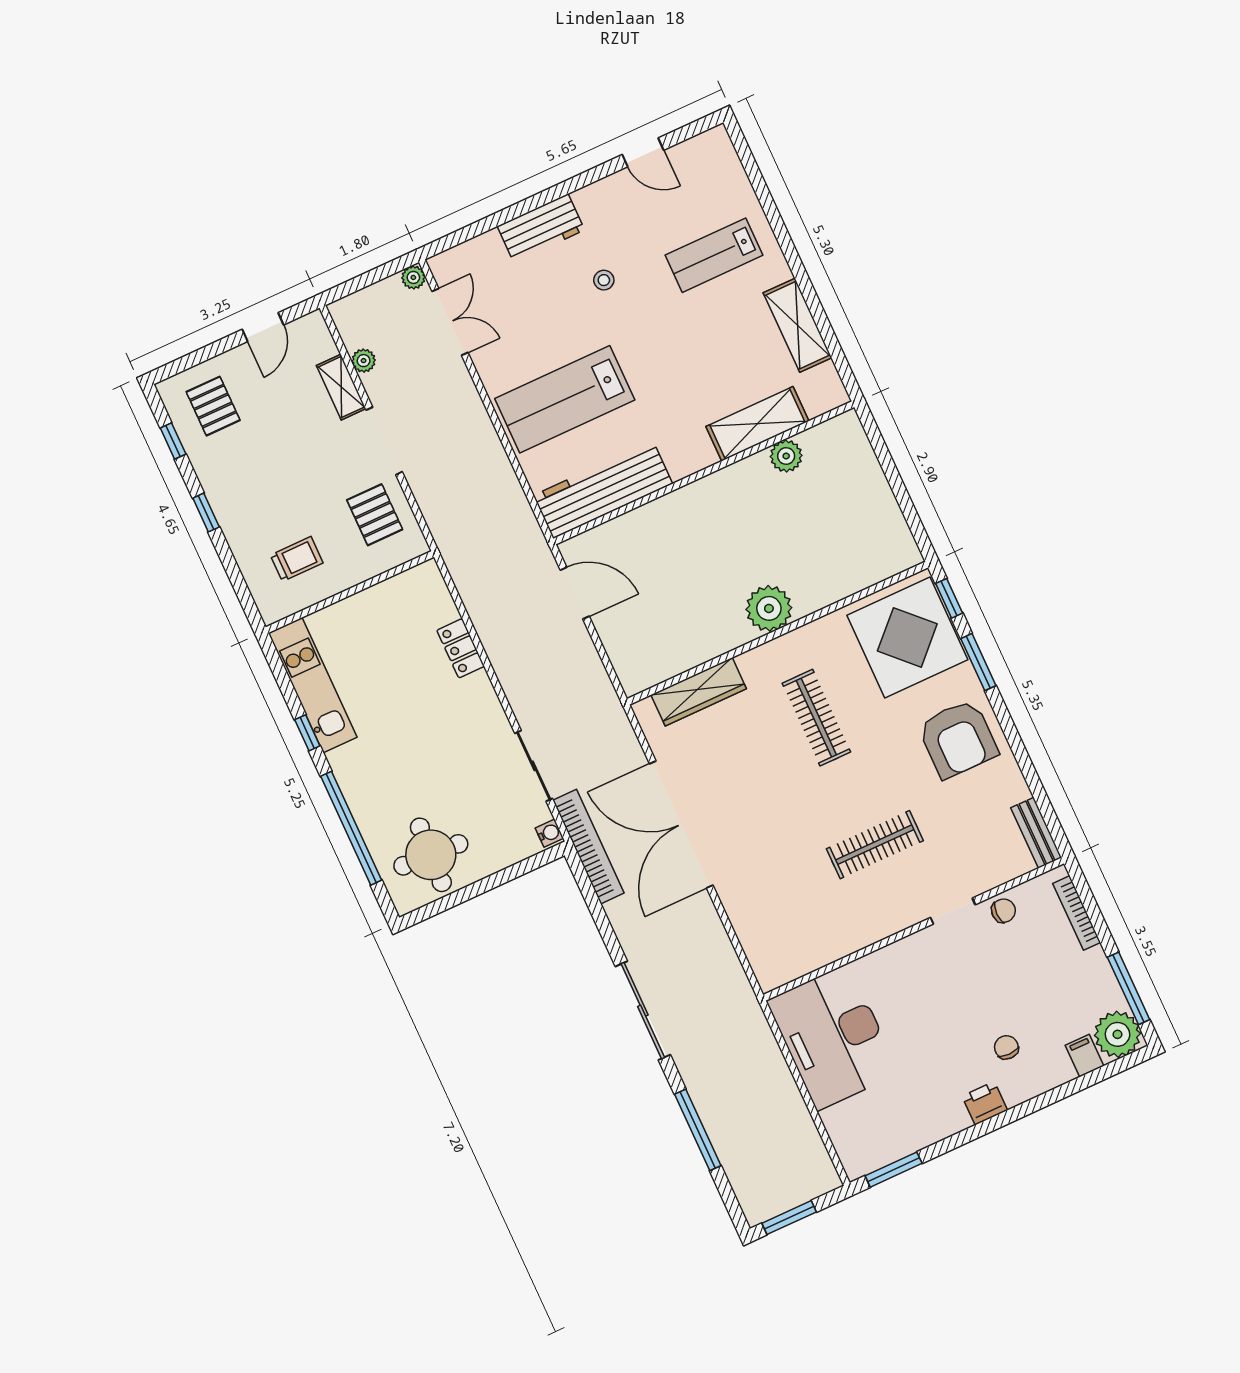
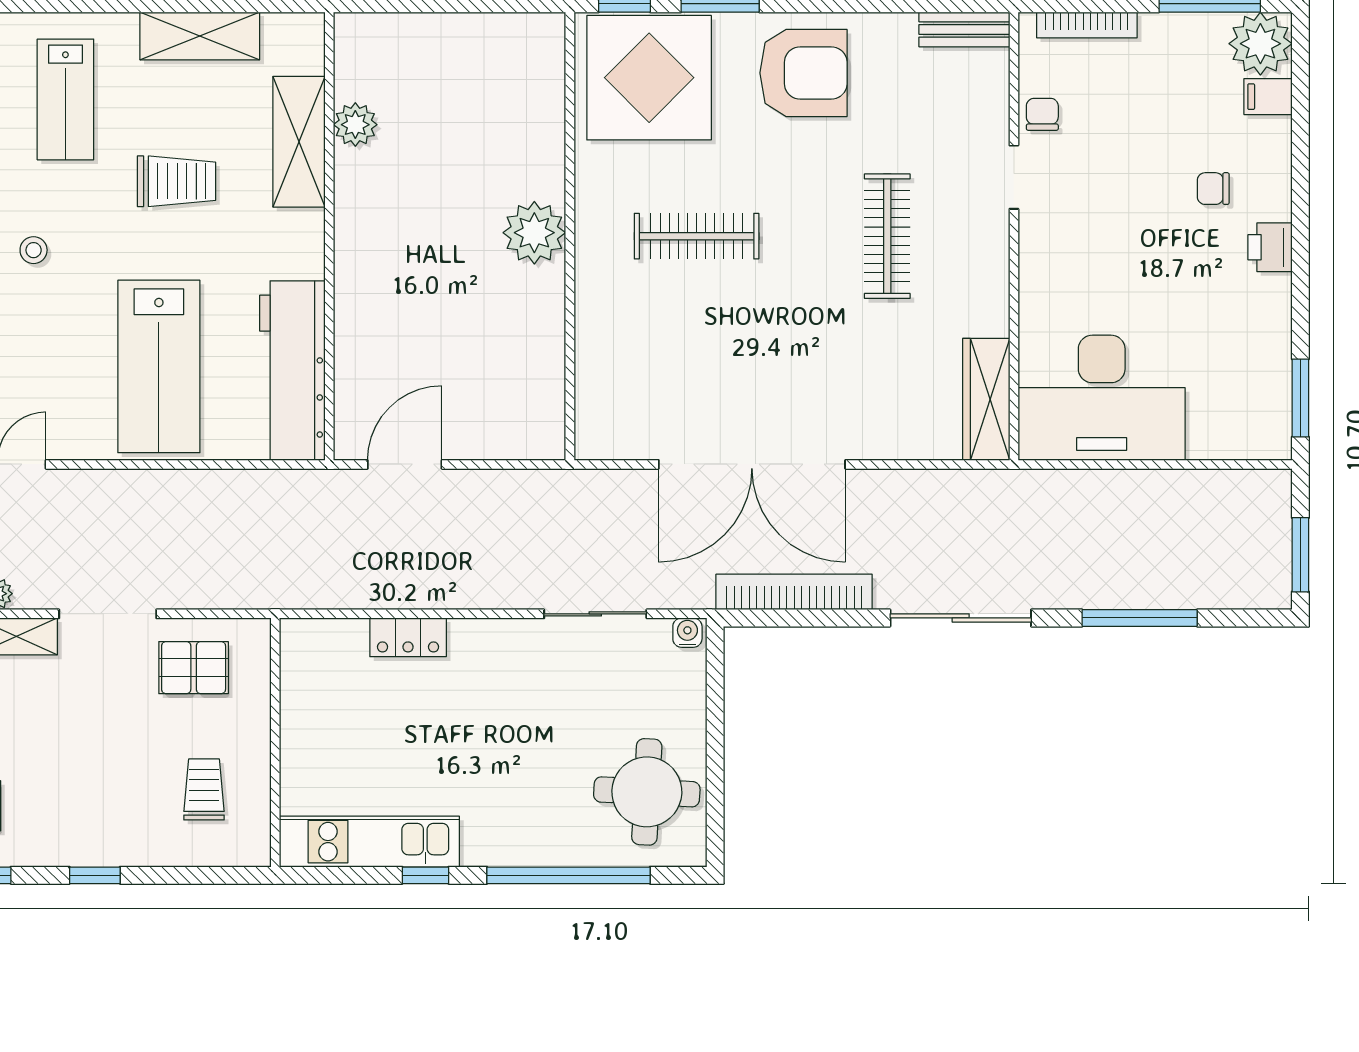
trolley: (694, 354) -> (176, 181), added
wardrobe: (699, 692) -> (986, 399), moved, turned 180
bookcase: (588, 847) -> (794, 592), moved

